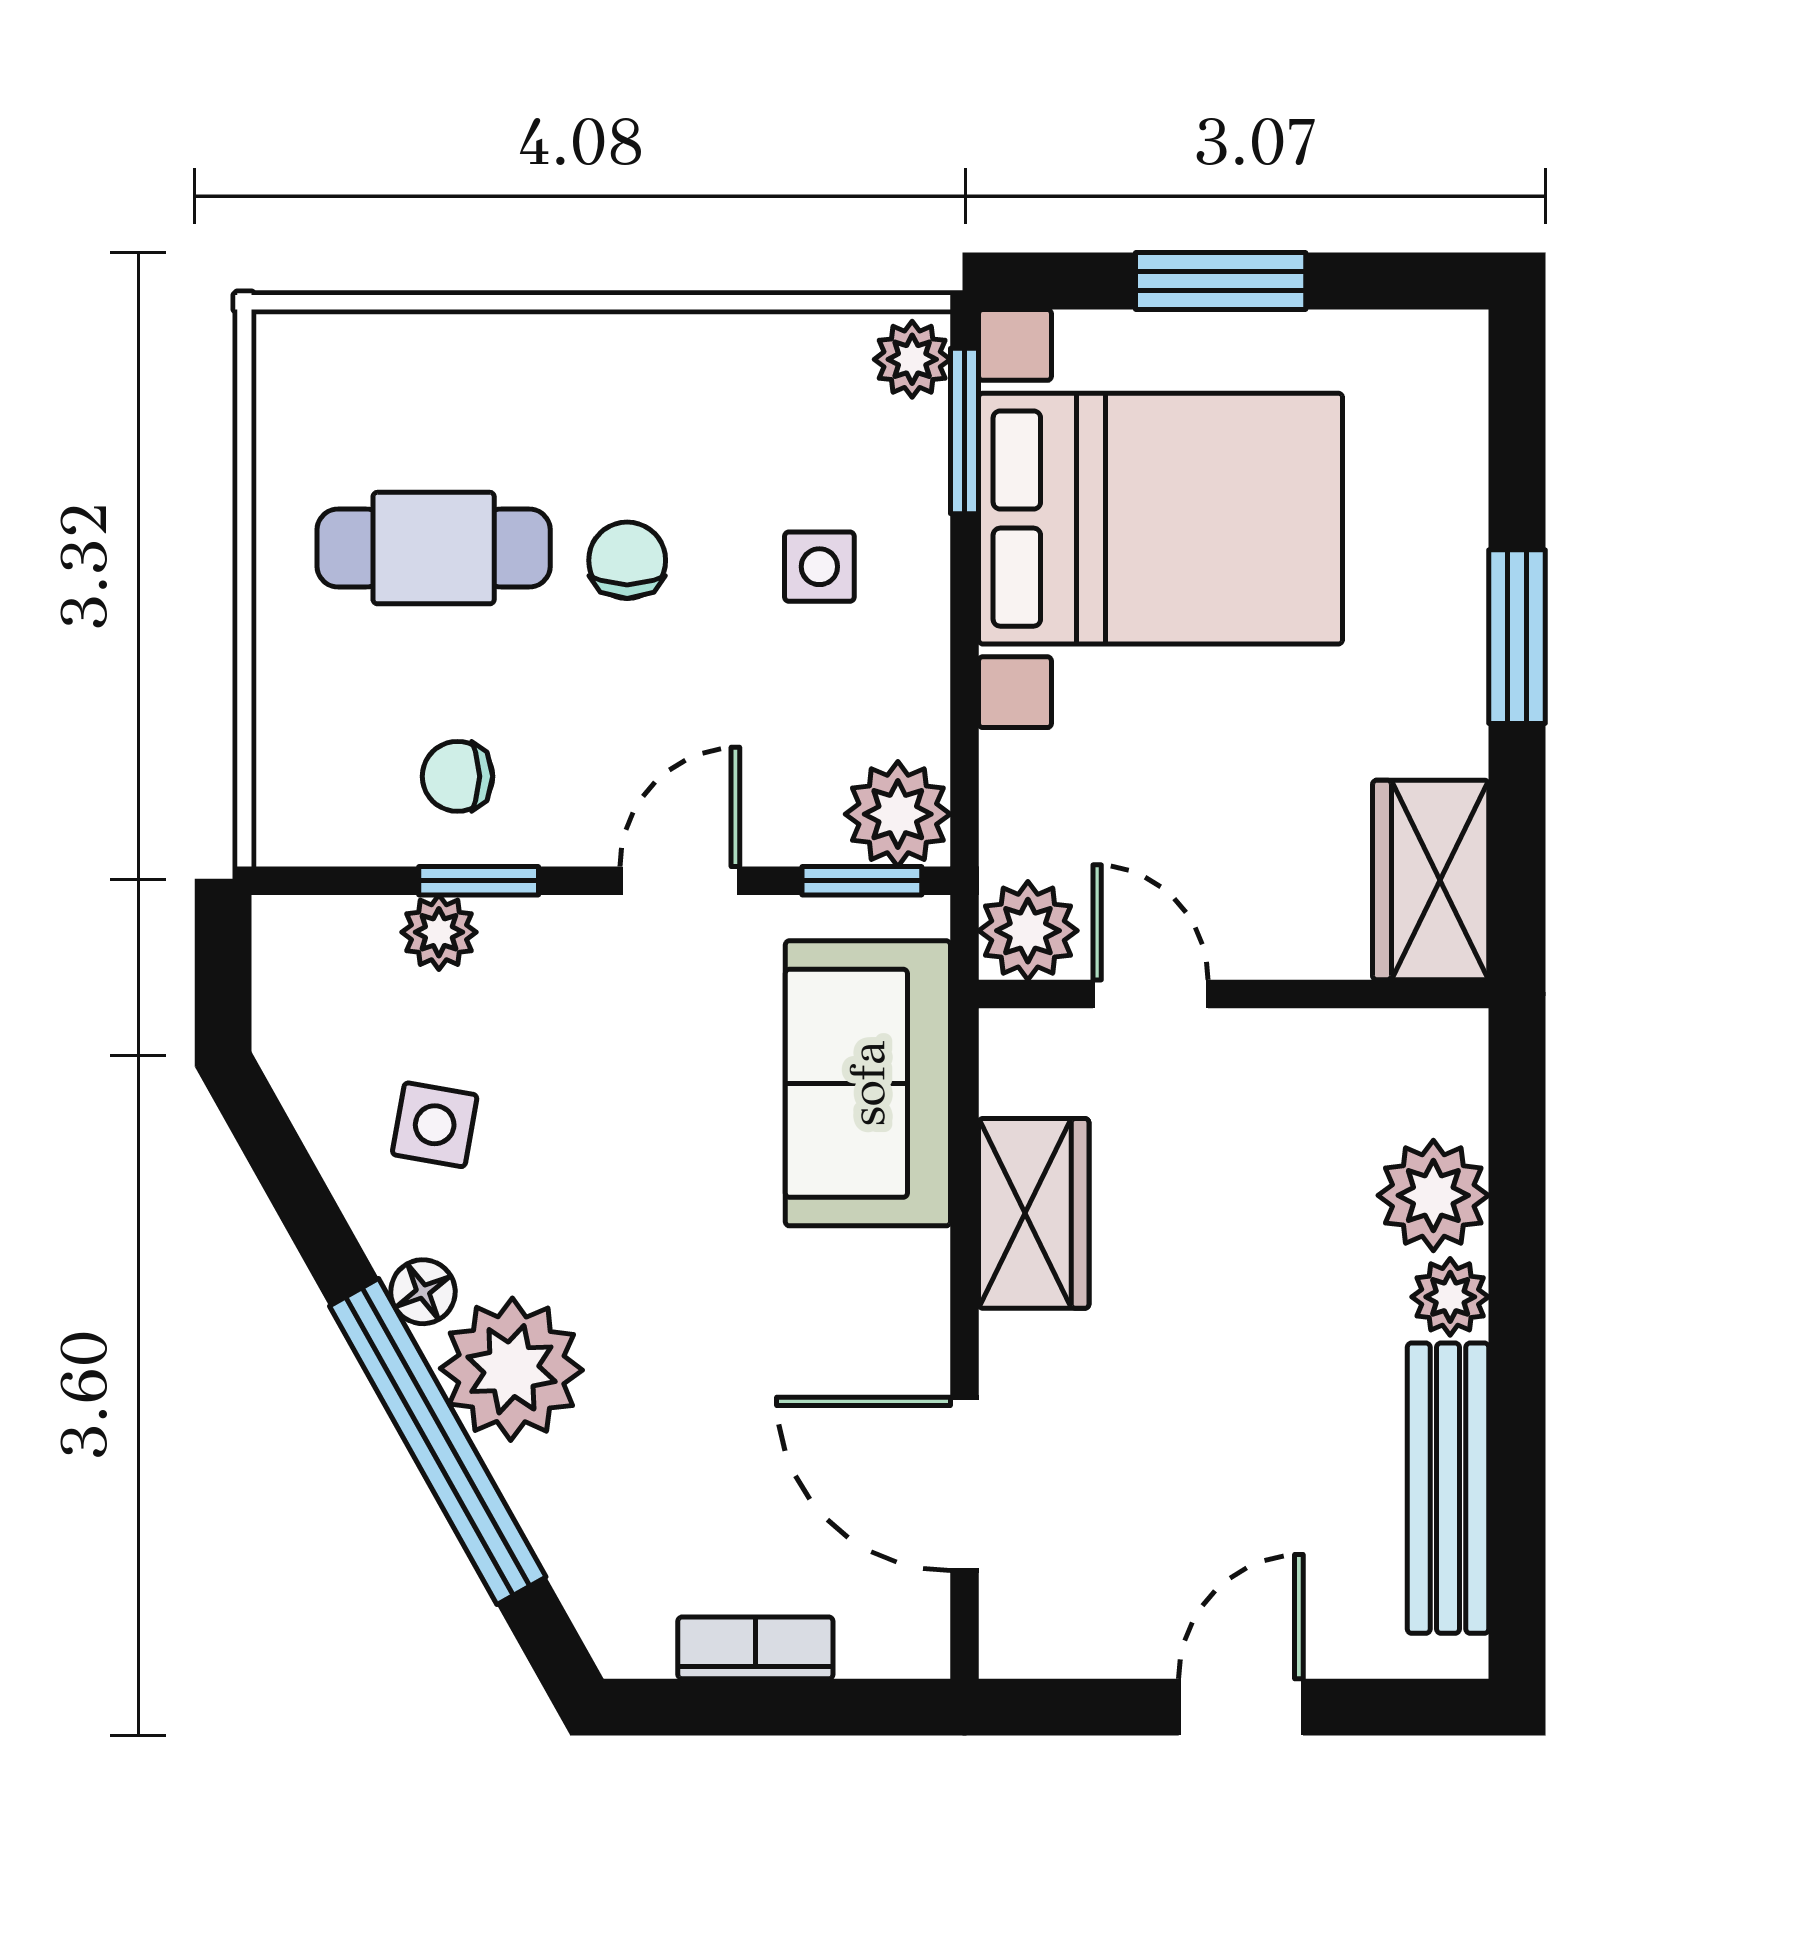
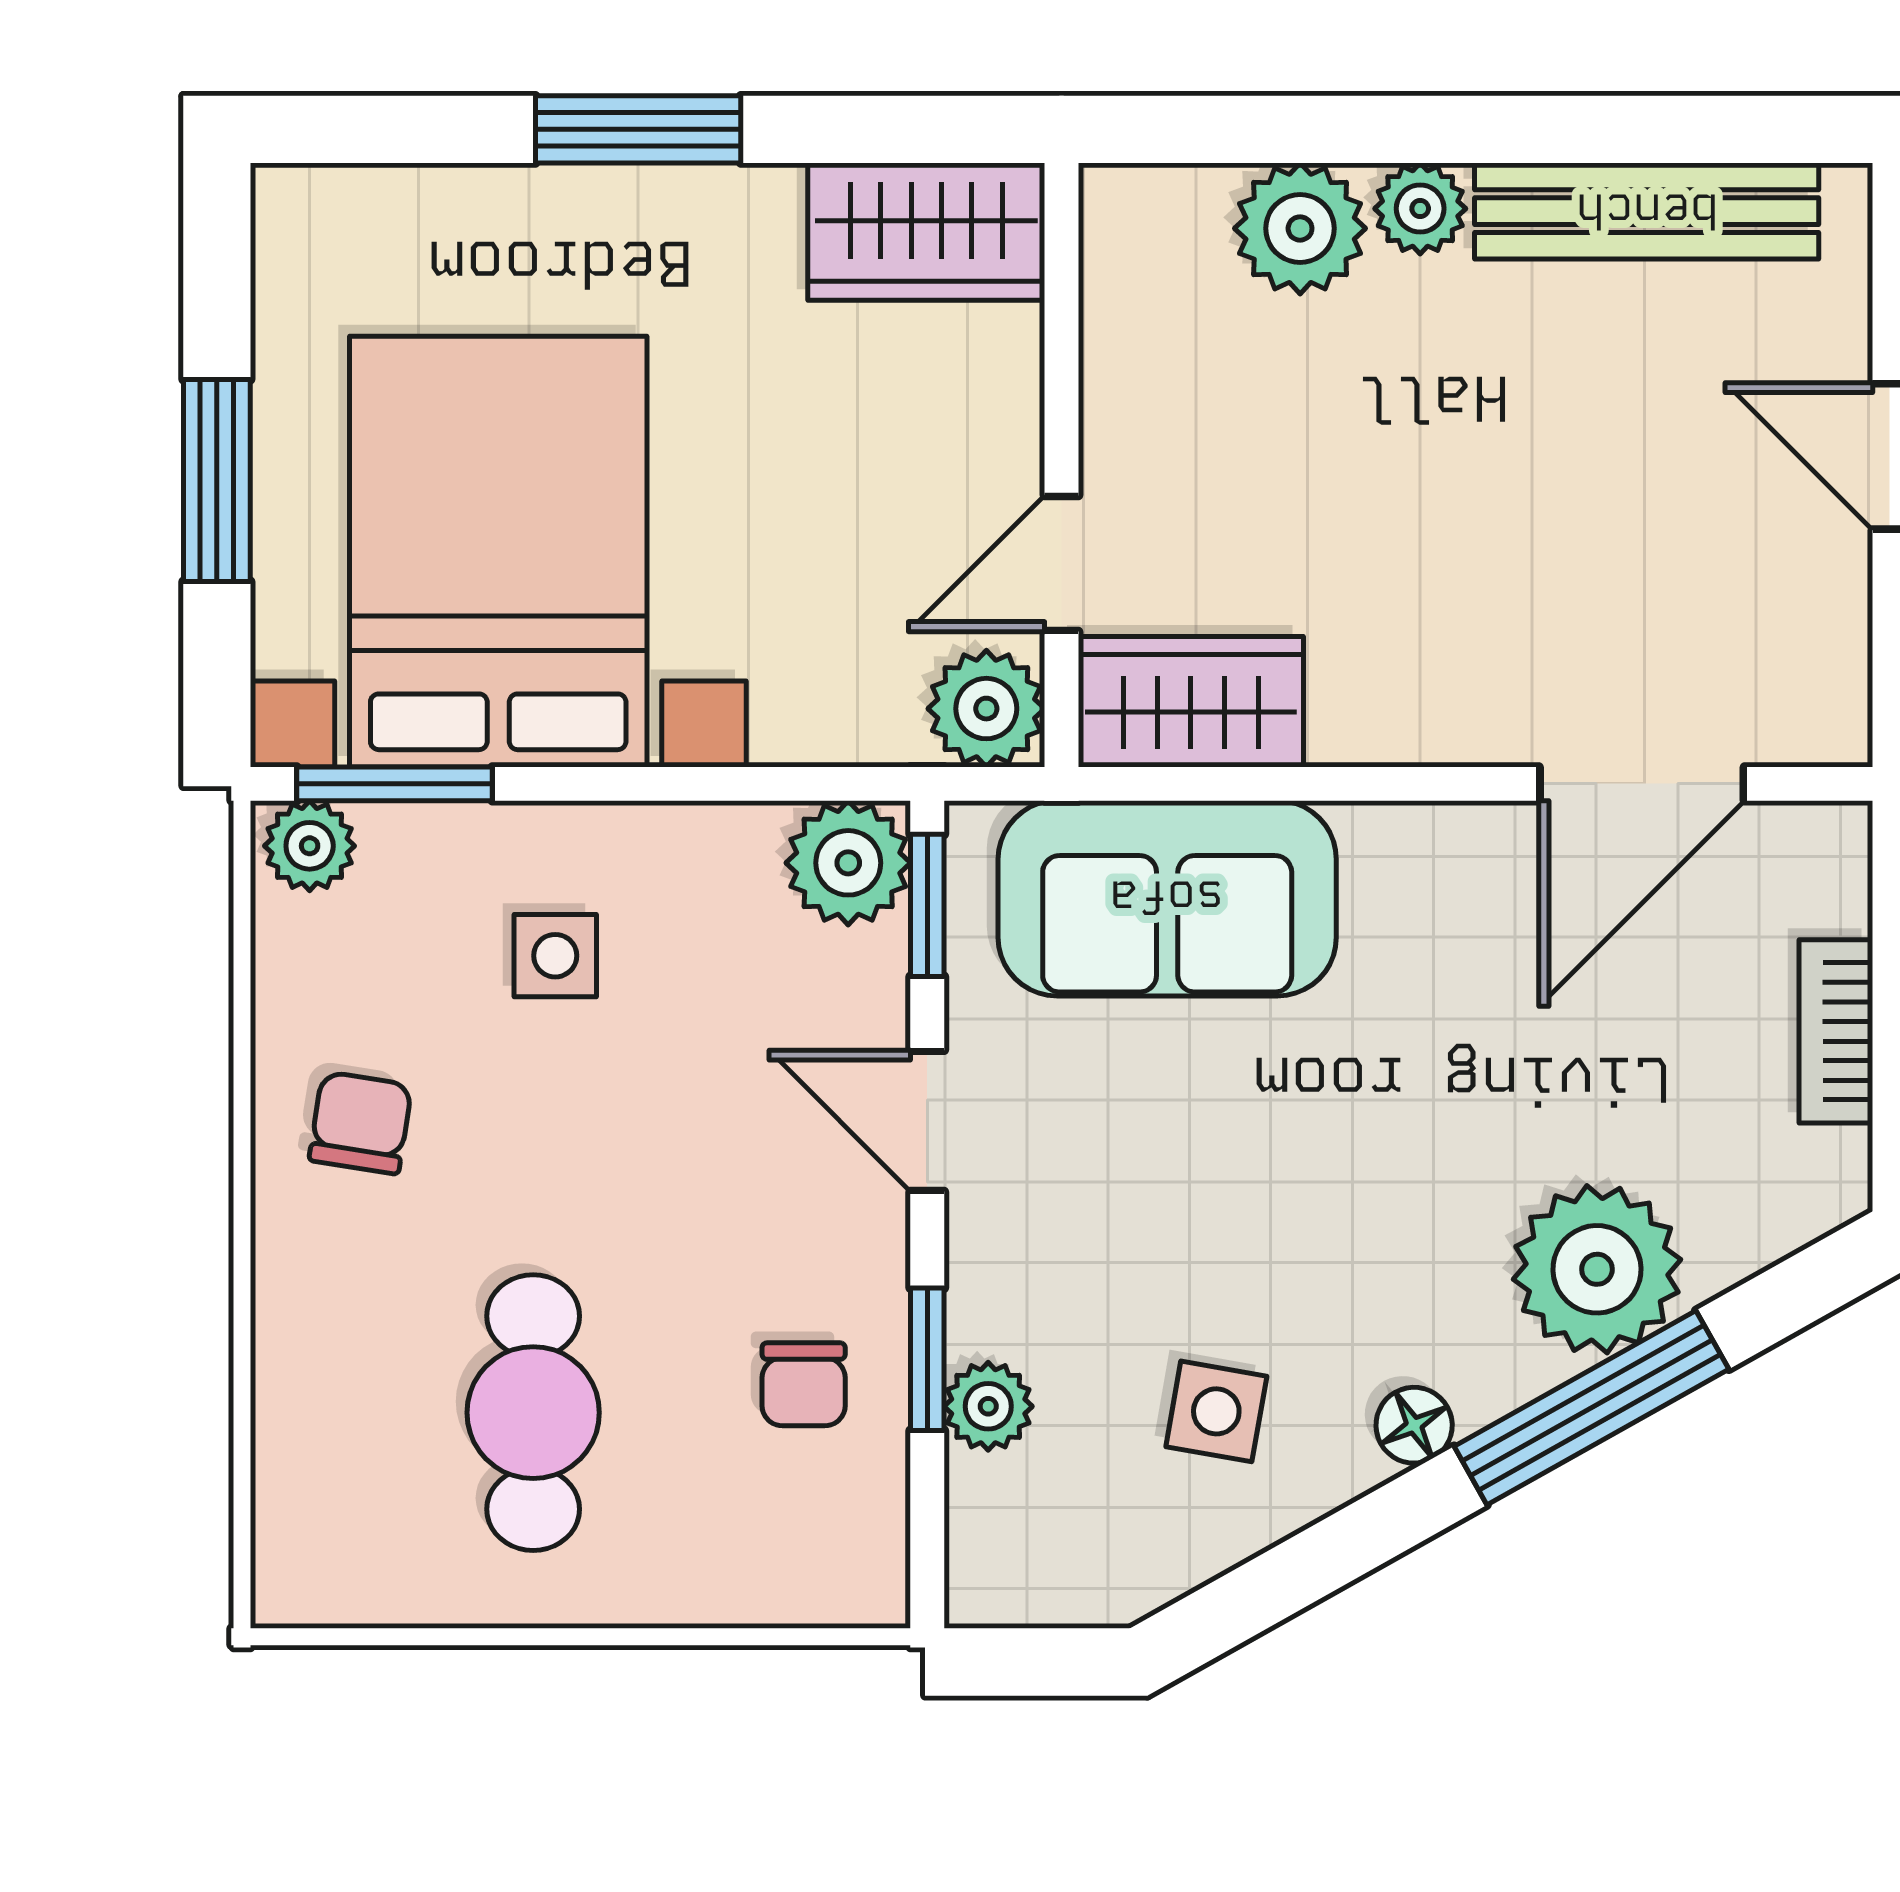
chair: (627, 560) -> (360, 1123), moved, turned 99
wardrobe: (1034, 1213) -> (1191, 702), moved
plant: (511, 1369) -> (1597, 1269), moved
window: (438, 1441) -> (1591, 1408), width x0.68

